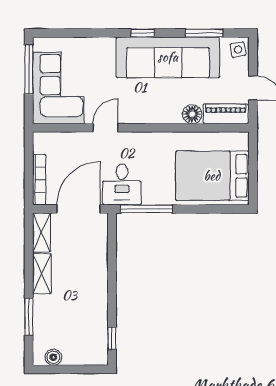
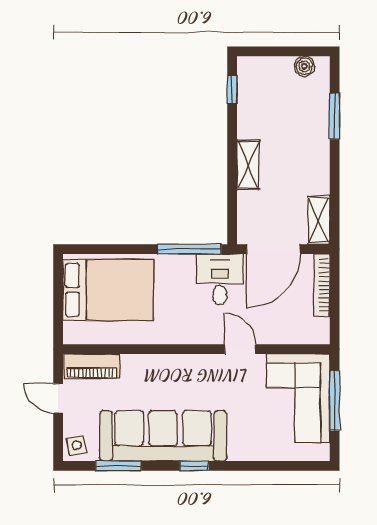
window: (29, 70) -> (335, 400), moved
floor lamp: (192, 114) -> (133, 366), removed
door: (105, 128) -> (240, 349), swing flipped
shelving: (42, 274) -> (248, 165), moved

